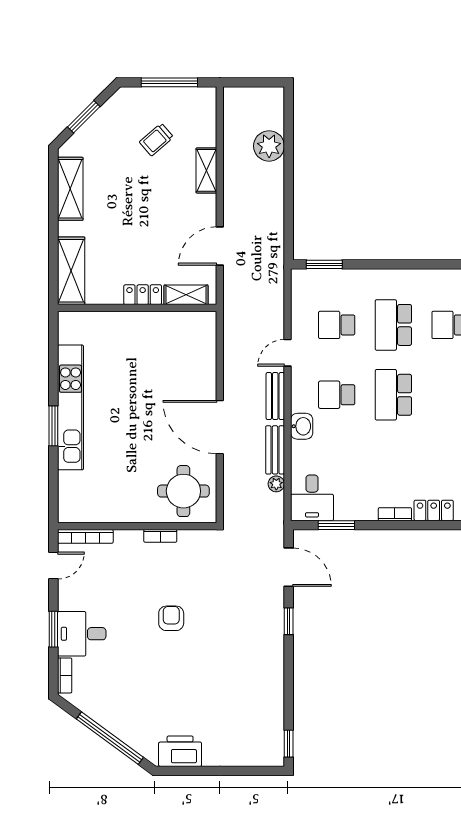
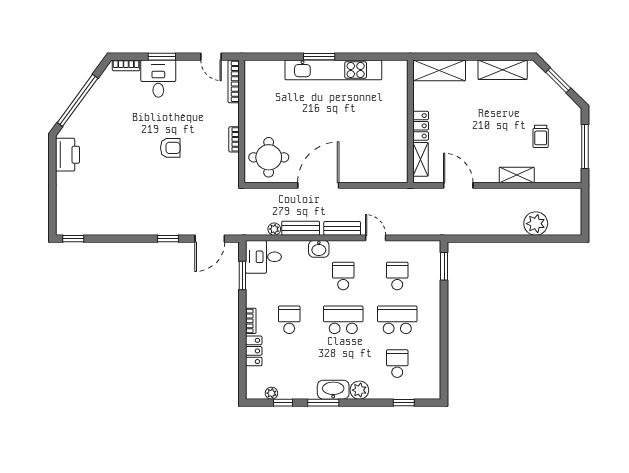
trolley: (156, 140) -> (541, 136), turned -139
school desk: (393, 465) -> (289, 320), added

